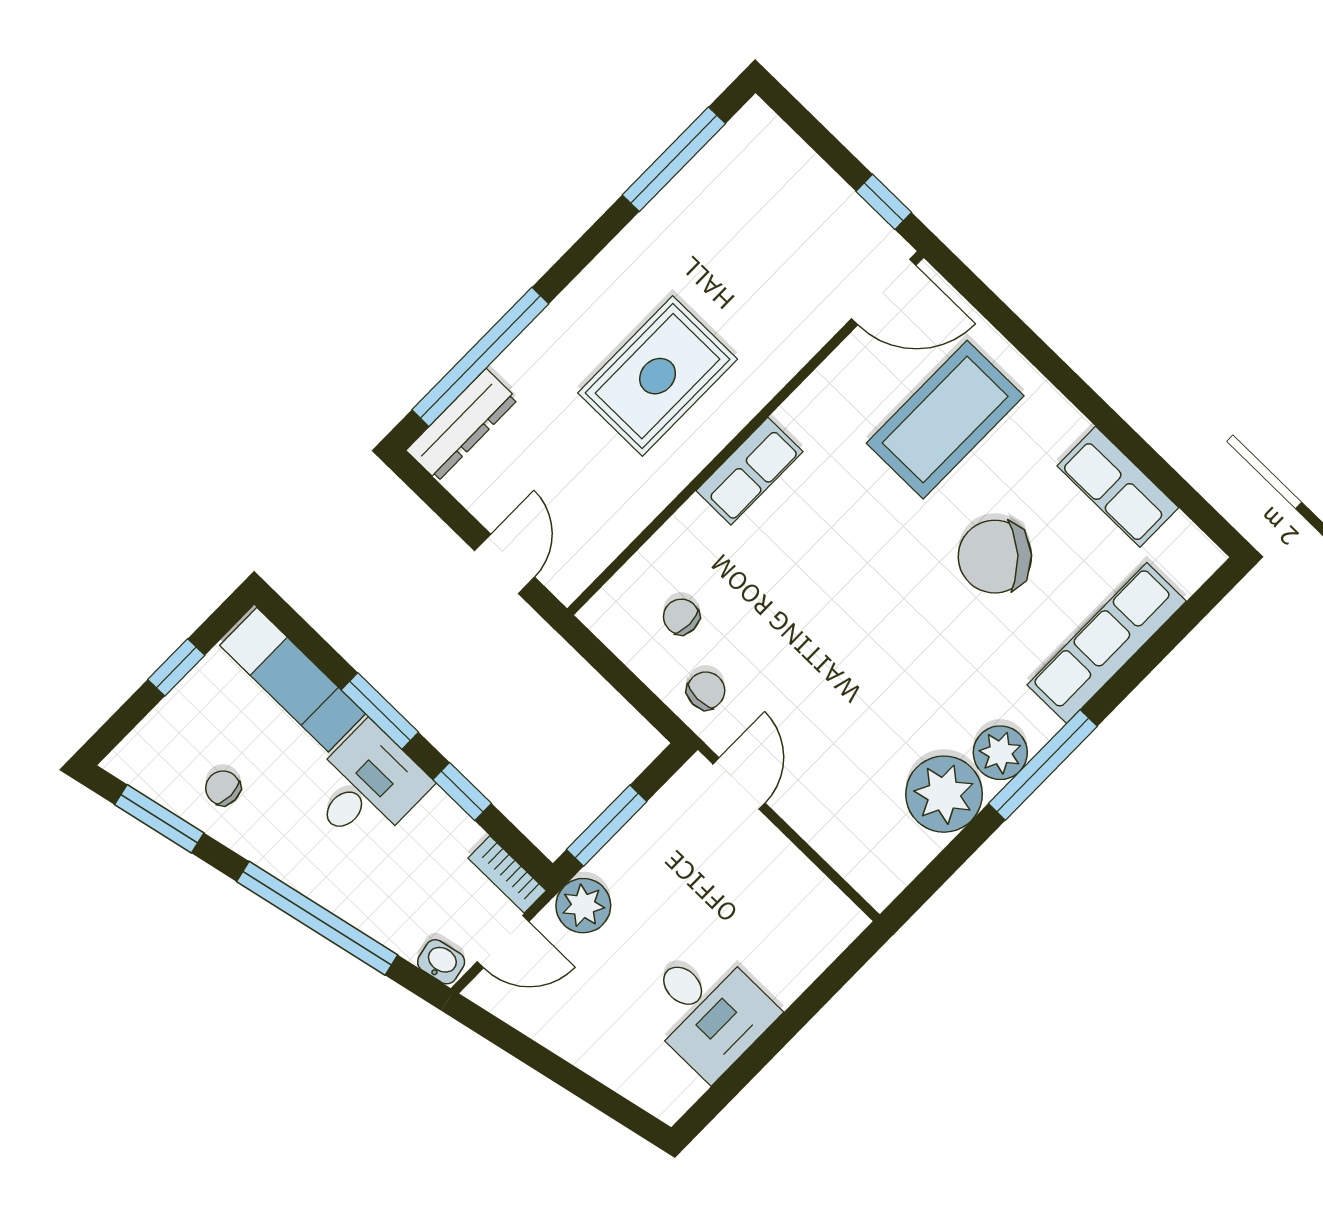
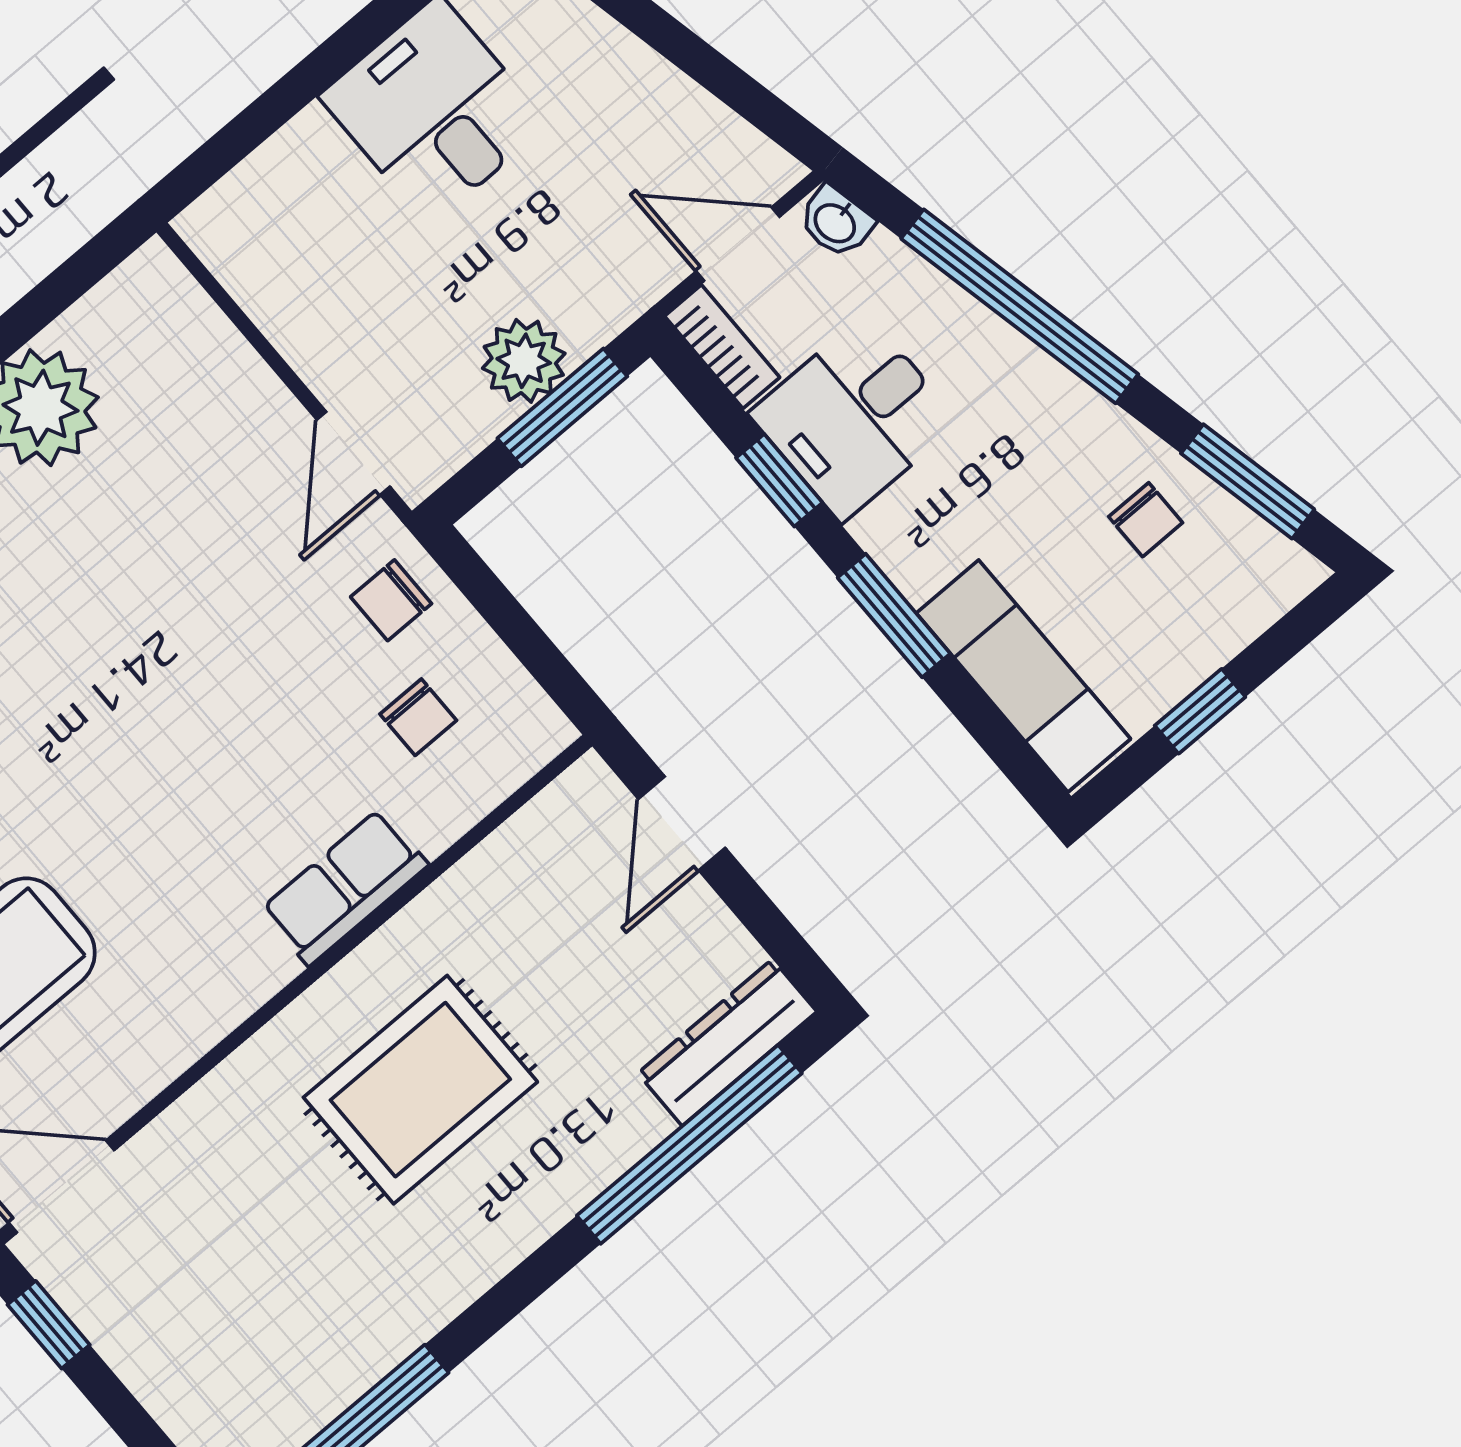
row of seats: (749, 471) -> (344, 887), moved
desk: (367, 786) -> (854, 418), moved
plant: (583, 906) -> (524, 361), moved

